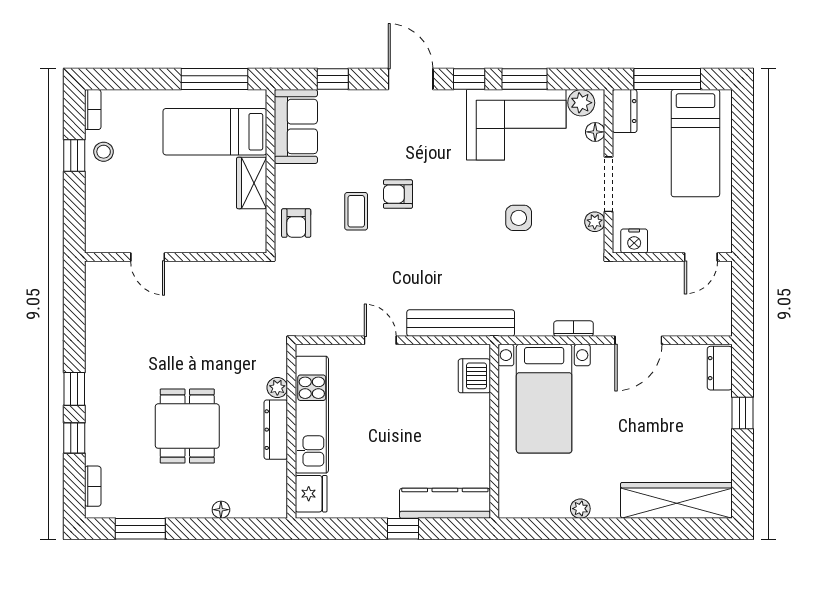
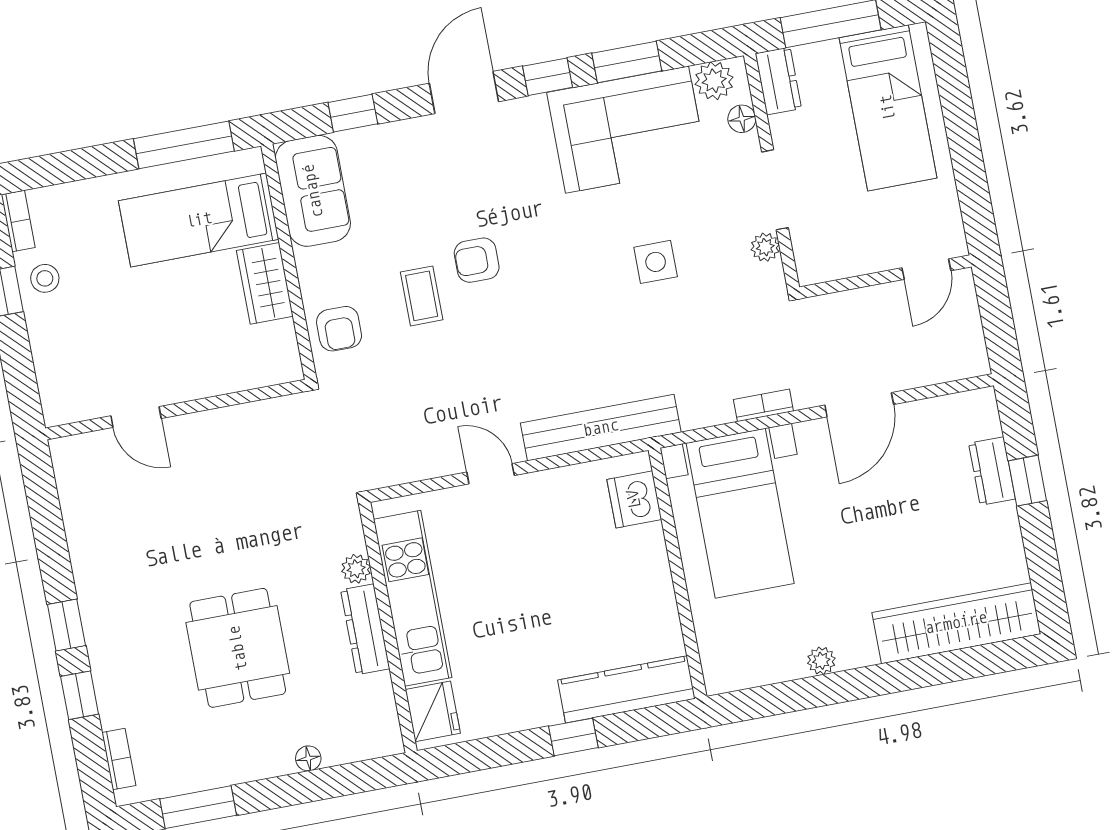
door: (411, 79) -> (464, 92), hinge flipped
nightstand: (634, 241) -> (827, 264), removed
dresser: (720, 368) -> (992, 471), moved

